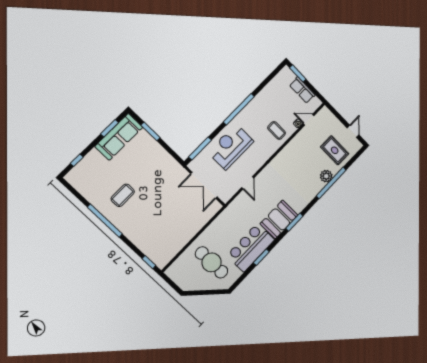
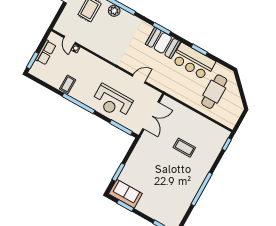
coffee table: (277, 130) -> (68, 84), moved
sofa: (119, 137) -> (125, 194), width x0.73
coffee table: (123, 195) -> (184, 148), moved

